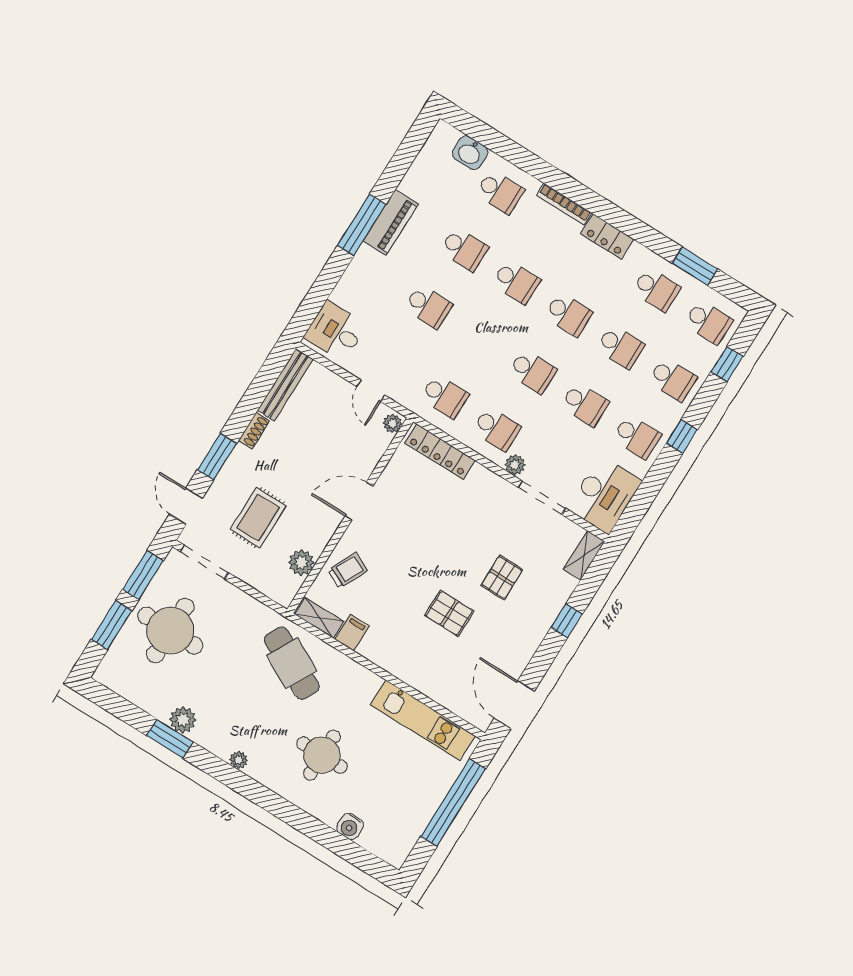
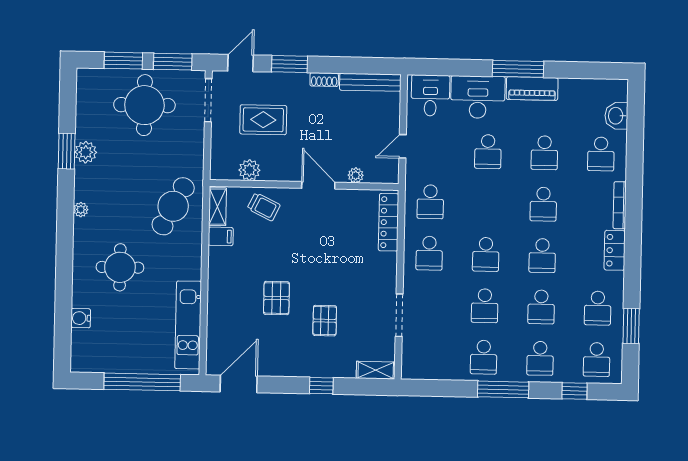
plant: (392, 424) -> (356, 175), moved
window: (682, 436) -> (503, 389), width x2.17
plant: (515, 465) -> (411, 282), removed
desk: (604, 495) -> (478, 97), moved, turned 180
pallet: (502, 577) -> (325, 321), turned 90

